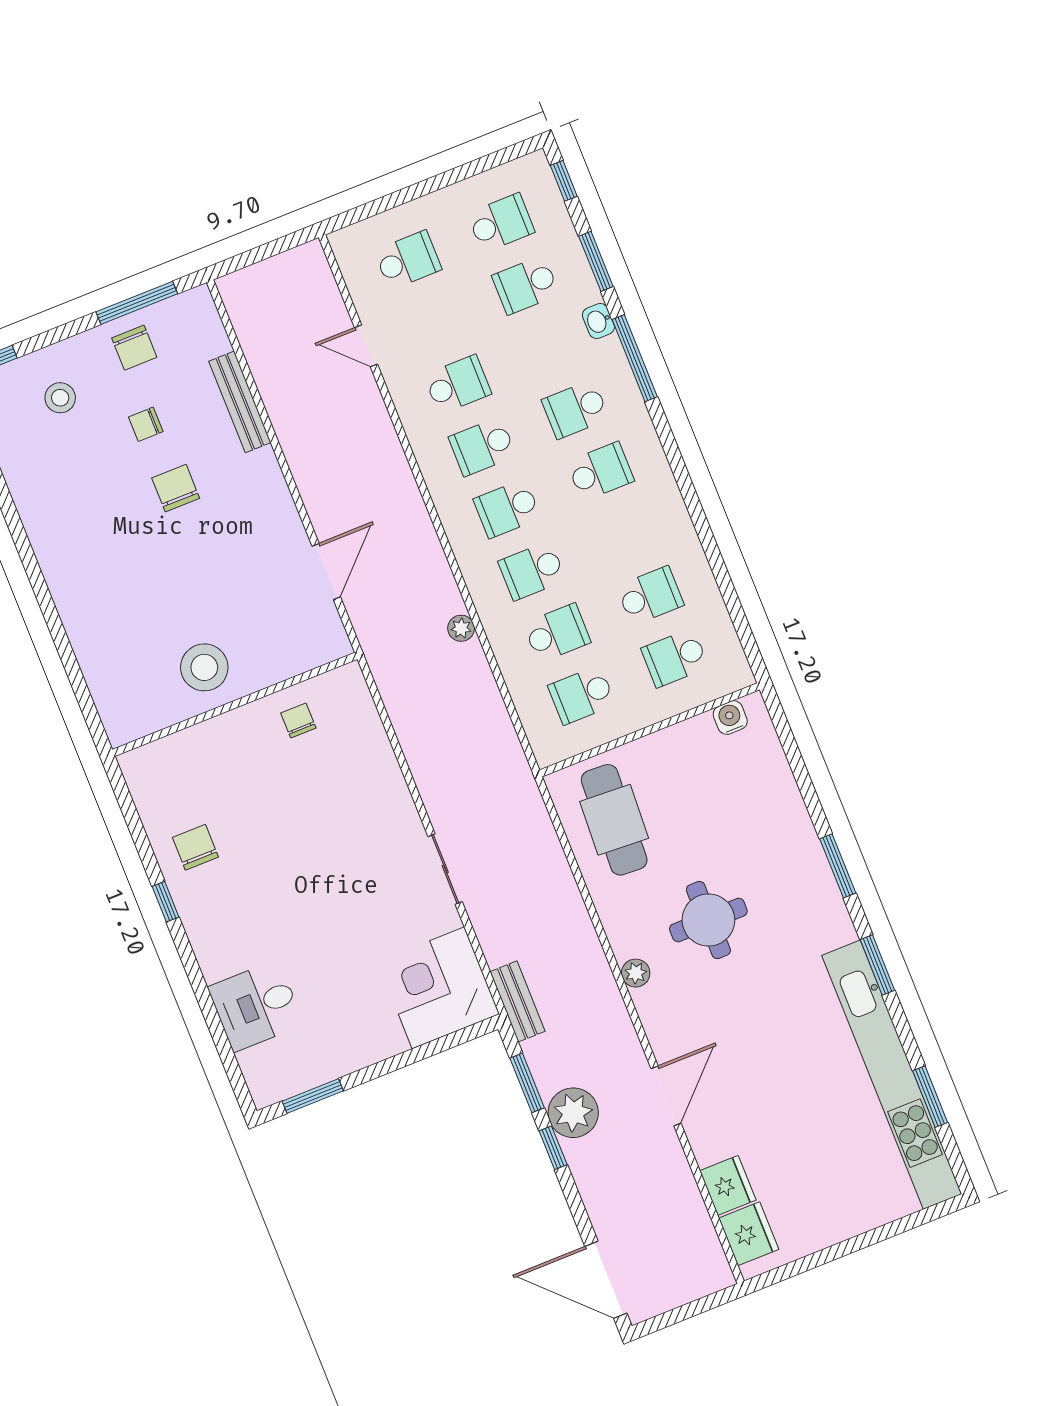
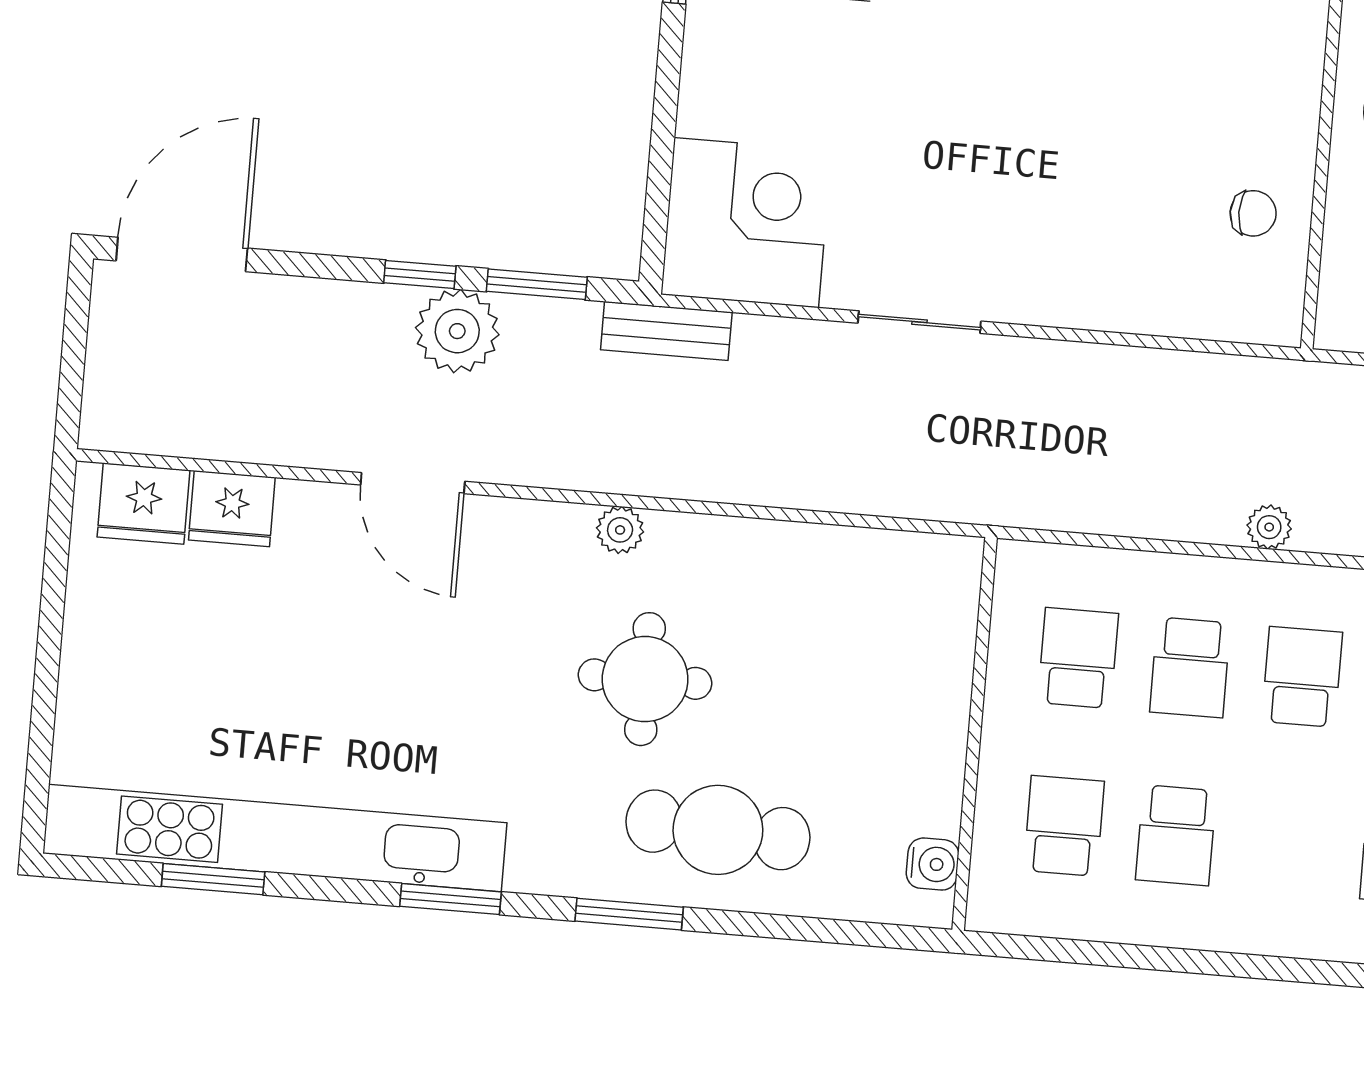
cafe table: (614, 820) -> (718, 830), moved

